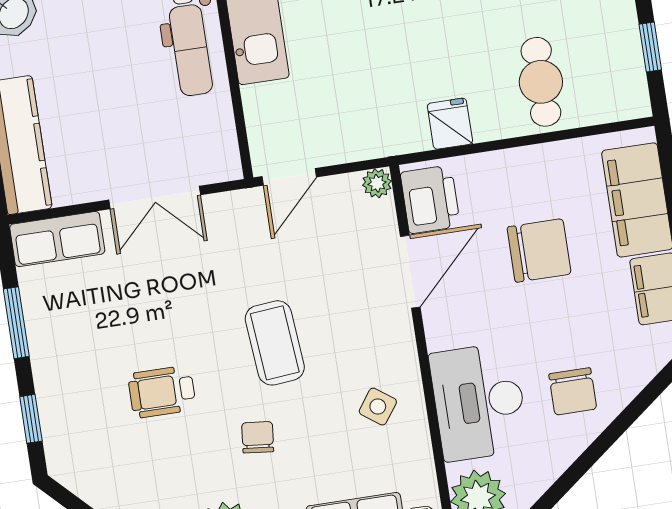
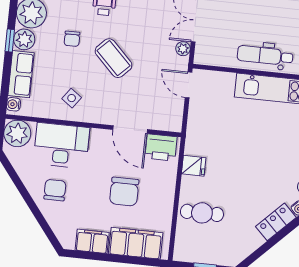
plant: (377, 183) -> (183, 49), moved
coffee table: (275, 343) -> (113, 58), turned 50
chair: (573, 391) -> (55, 190), turned 90
chair: (258, 437) -> (72, 39), turned 84

